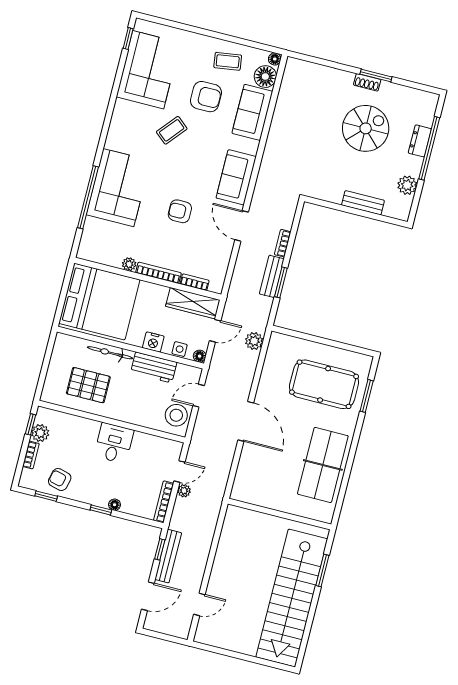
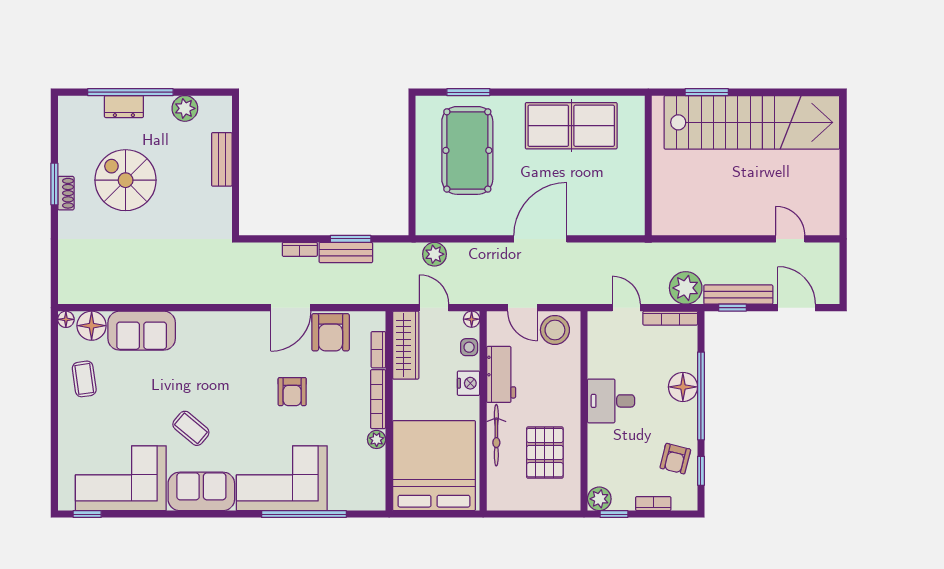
armchair: (206, 97) -> (331, 332), moved, turned 180
sofa: (236, 177) -> (201, 491), moved, turned 180
plant: (40, 433) -> (599, 499), moved
plant: (184, 491) -> (686, 288), moved, width x1.88, depth x1.88
floor lamp: (115, 505) -> (683, 387), width x1.89, depth x1.89
window: (101, 510) -> (701, 396), width x3.17

